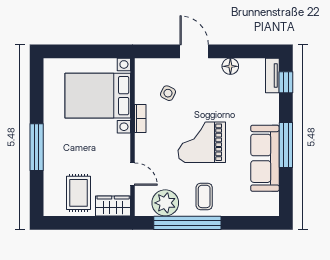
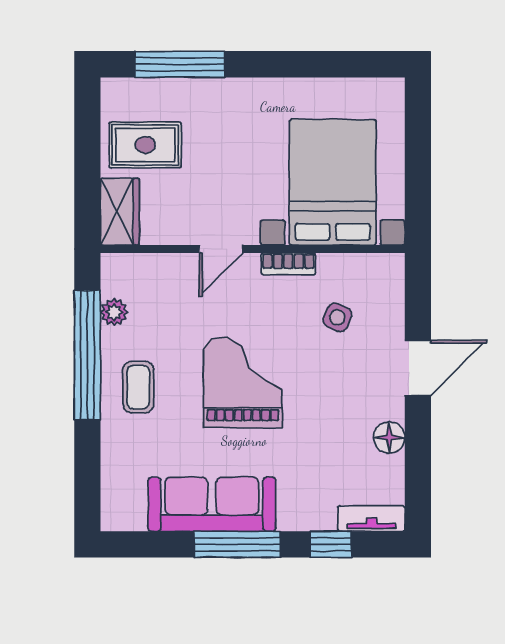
window: (286, 82) -> (331, 544), moved
window: (37, 147) -> (180, 64), moved
door: (133, 174) -> (221, 249), moved
coffee table: (204, 196) -> (138, 387), turned 90
plant: (165, 203) -> (114, 312), width x0.53, depth x0.53

